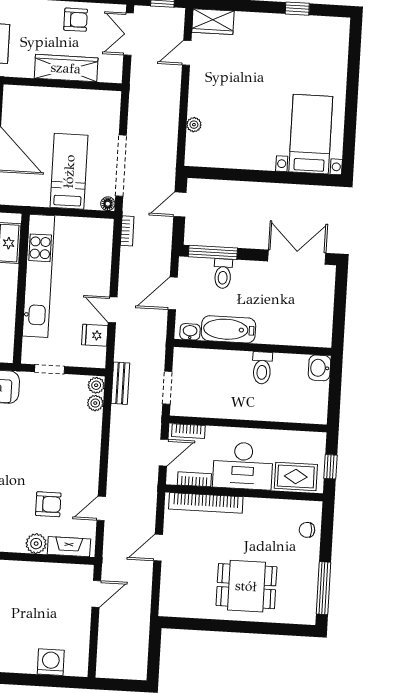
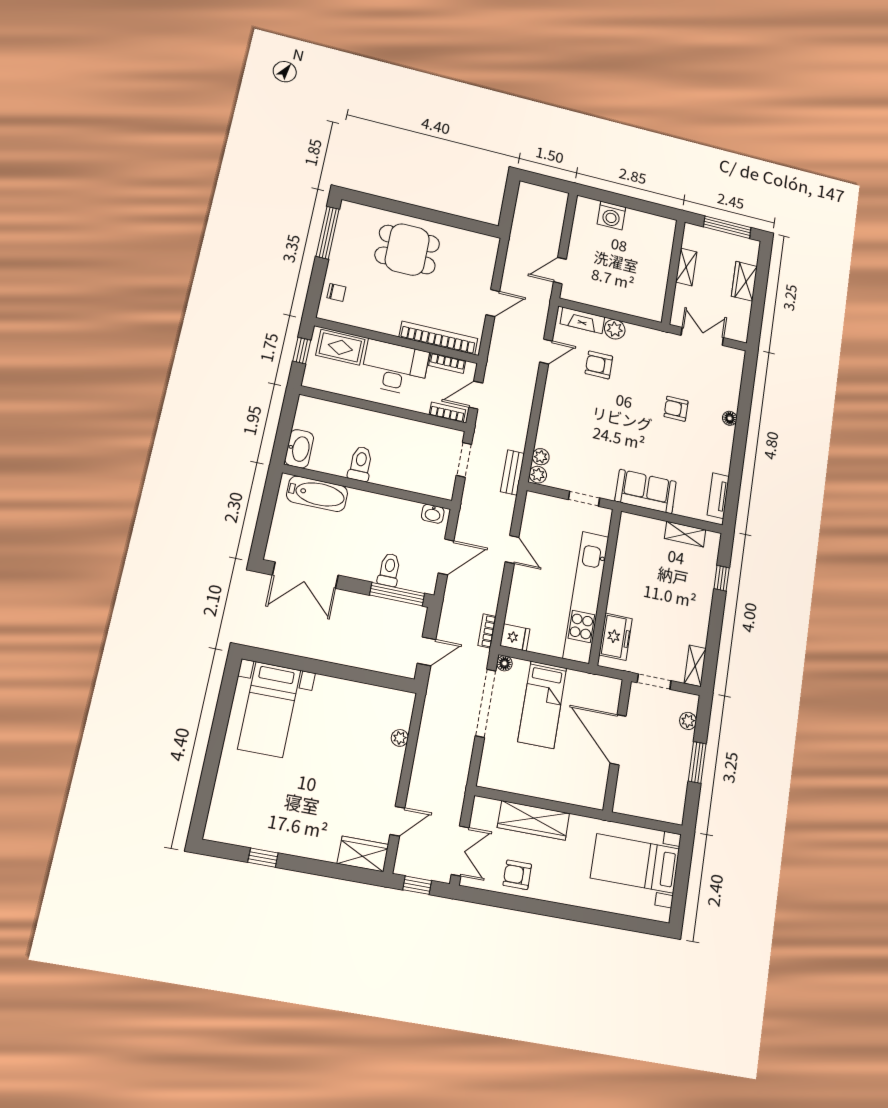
bathtub: (228, 329) -> (317, 494), moved
fridge: (95, 335) -> (515, 637), moved
washbasin: (319, 368) -> (299, 449), width x1.38

